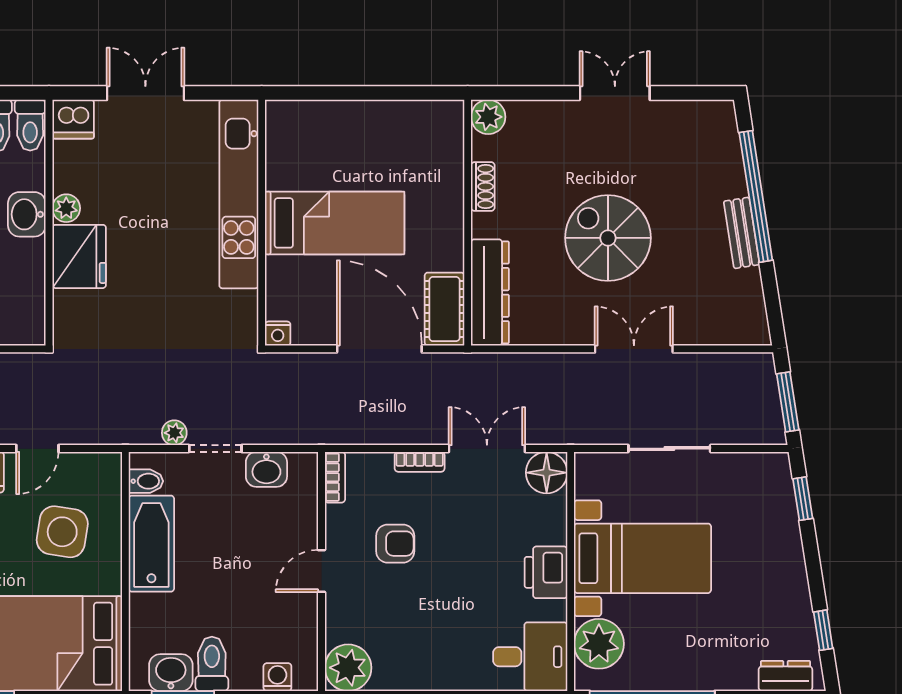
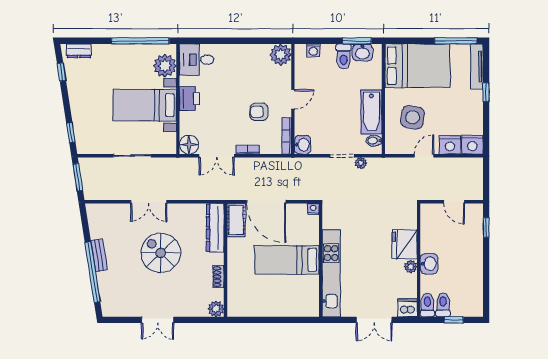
spiral stairs: (608, 238) -> (161, 253), turned 180
washbasin: (266, 469) -> (303, 145), moved, turned 90
bookcase: (335, 477) -> (287, 136), width x1.56

